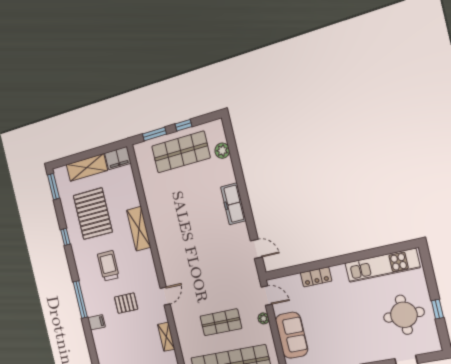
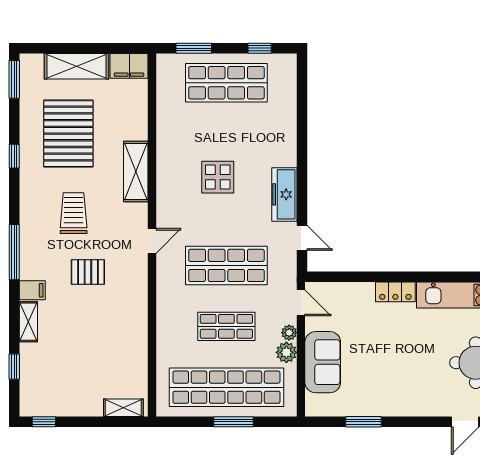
window: (183, 125) -> (260, 48), moved
plant: (222, 151) -> (286, 352), moved
freezer: (233, 204) -> (284, 194), moved
display table: (191, 219) -> (218, 177), added
locker: (316, 277) -> (395, 292), moved
shop shelf: (211, 280) -> (226, 265), added
door: (165, 296) -> (152, 241), moved
shelving: (166, 337) -> (28, 322), moved

